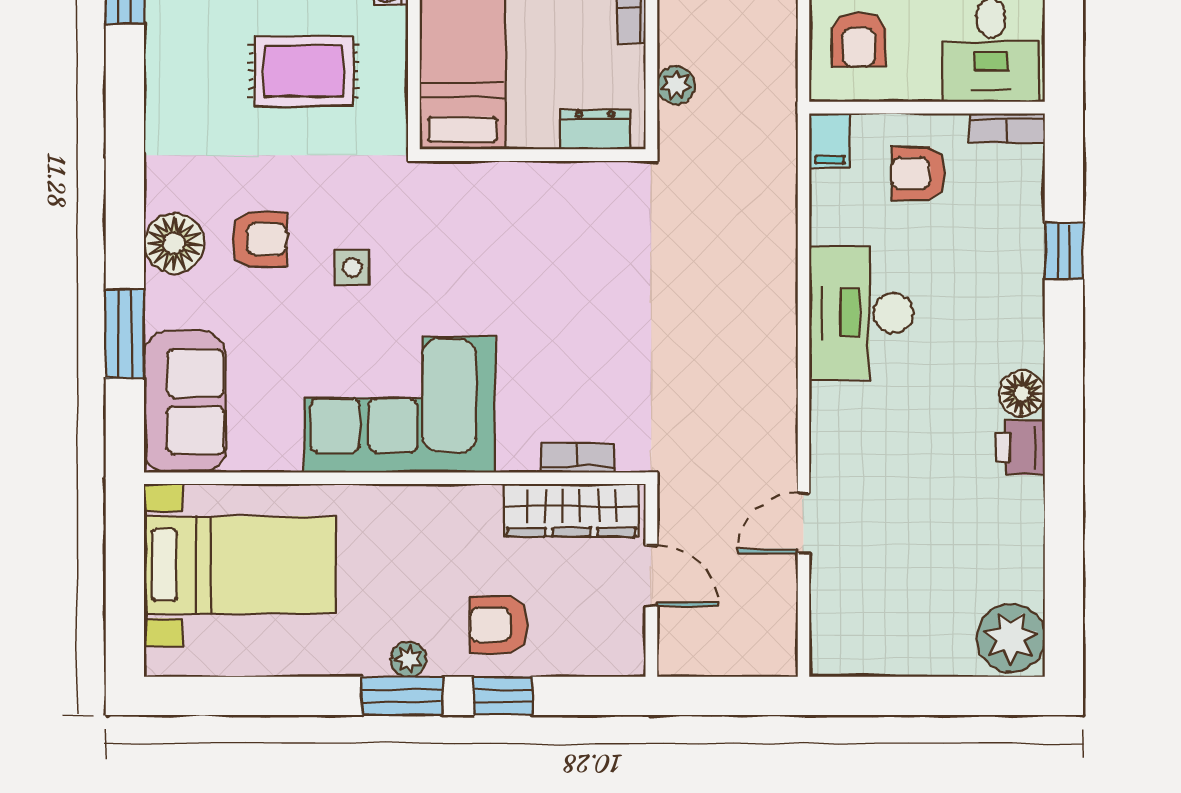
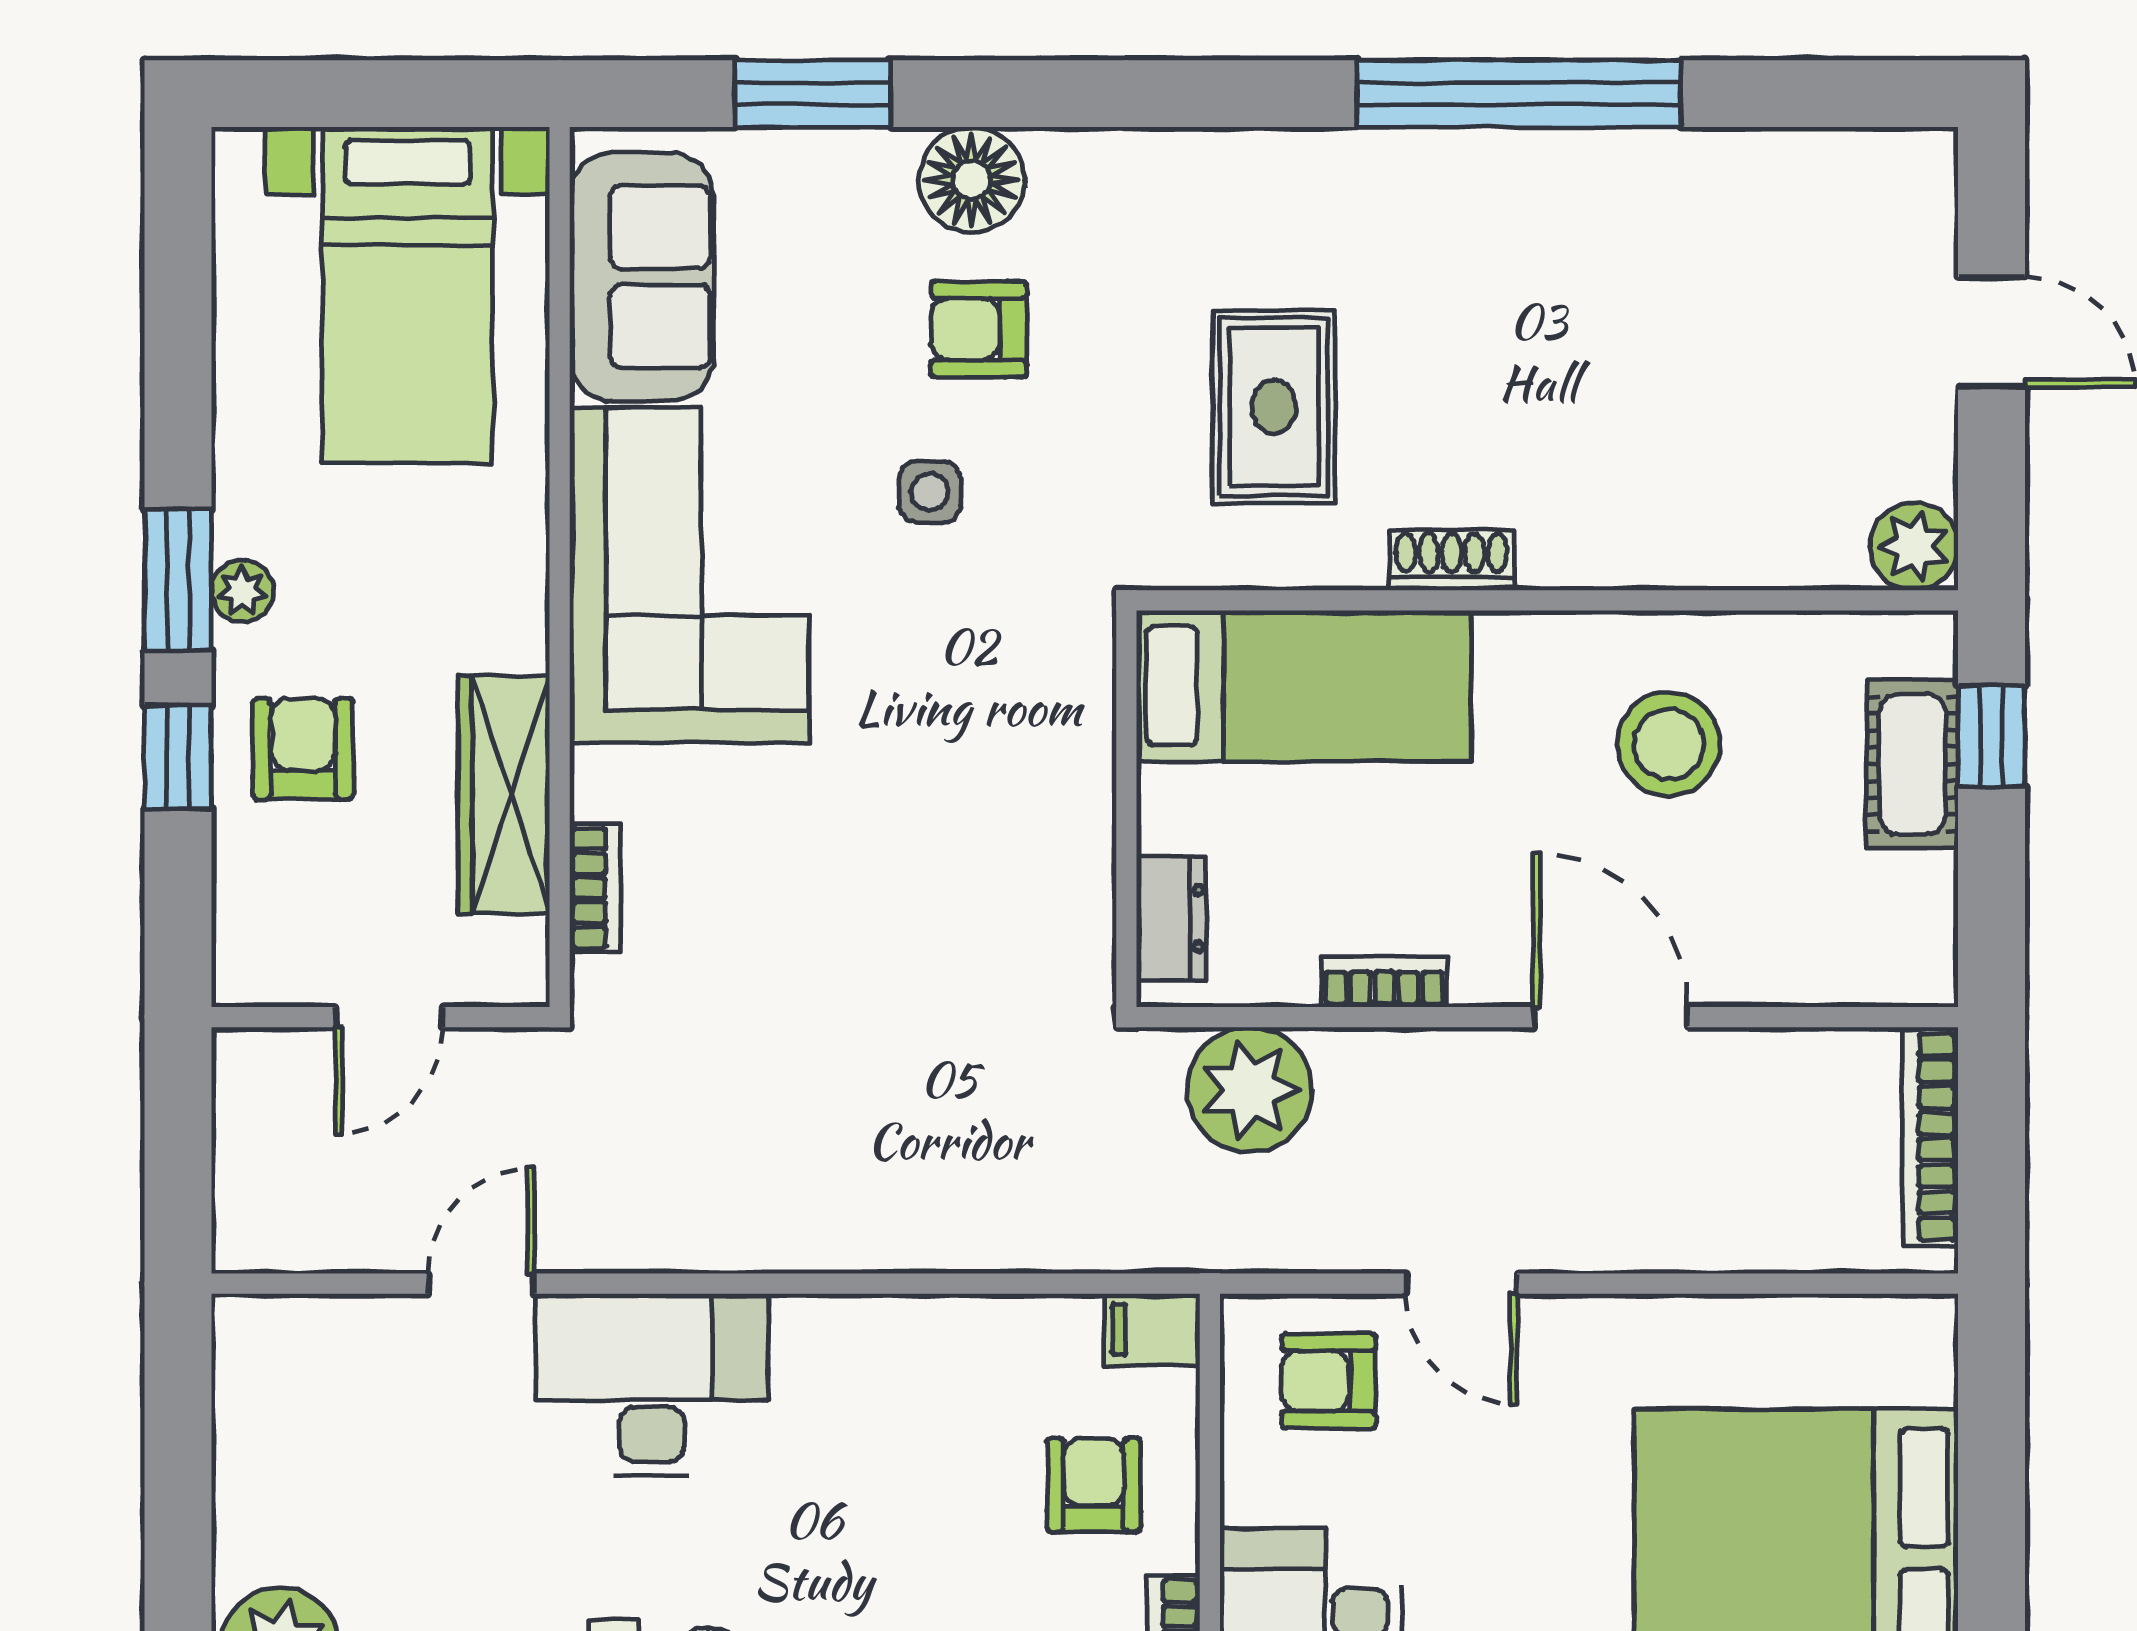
plant: (676, 85) -> (1249, 1090), width x1.88, depth x1.88
armchair: (259, 239) -> (979, 329), turned 90
desk: (861, 313) -> (652, 1385), moved
sofa: (185, 402) -> (642, 277), moved, turned -90
wardrobe: (571, 510) -> (504, 795), moved
door: (804, 523) -> (481, 1284), hinge flipped

